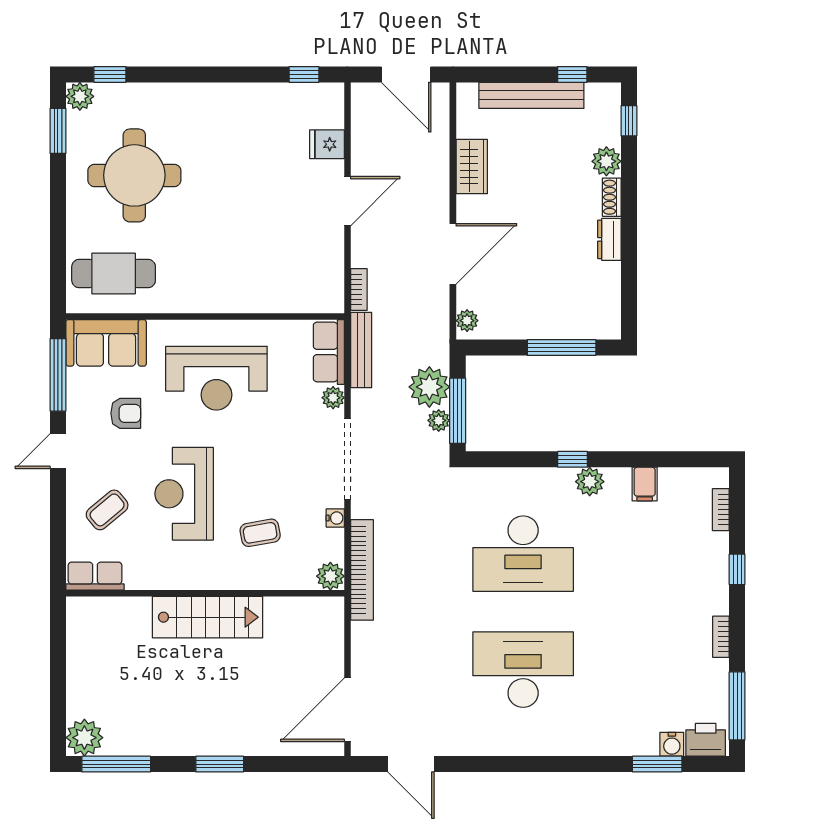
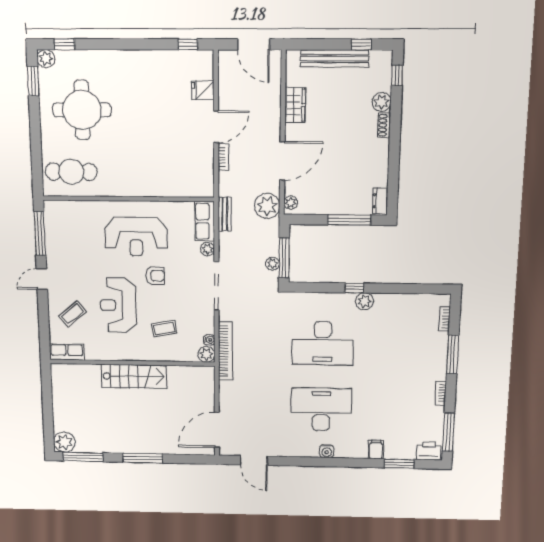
dresser: (609, 239) -> (380, 201), moved
bookcase: (359, 290) -> (223, 157), moved
sofa: (106, 343) -> (68, 214), removed
bench: (361, 350) -> (225, 214), width x0.73
plant: (429, 387) -> (267, 206), moved
armchair: (126, 413) -> (155, 276), moved
filing cabinet: (645, 484) -> (376, 450), moved, turned 180
water cooler: (335, 518) -> (209, 340), moved
window: (737, 569) -> (453, 354), width x2.17
water cooler: (672, 744) -> (327, 451), moved
window: (220, 764) -> (143, 458), width x1.44

